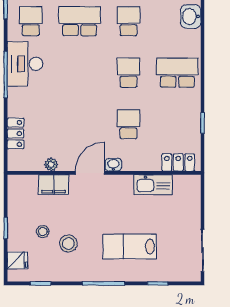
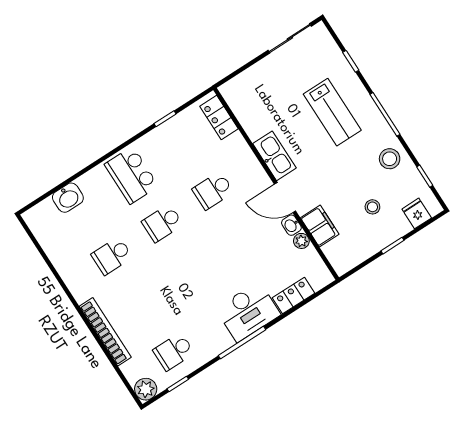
school desk: (80, 21) -> (143, 304), removed
desk: (25, 64) -> (248, 312), moved
washbasin: (113, 165) -> (291, 225), moved
kitchen sink: (153, 185) -> (274, 156), moved
stool: (68, 244) -> (390, 159), moved

